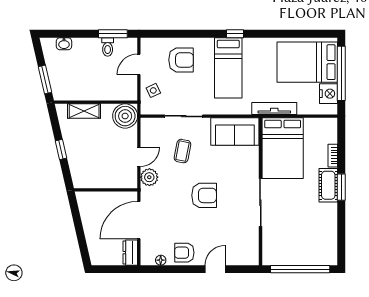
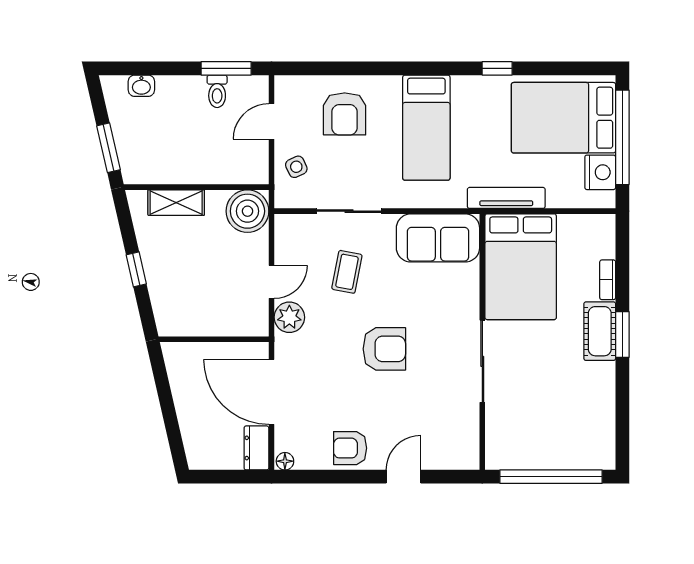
window: (235, 34) -> (497, 68), moved
armchair: (181, 60) -> (345, 114), turned 90
door: (139, 220) -> (271, 392), hinge flipped
floor lamp: (161, 260) -> (285, 461), moved

